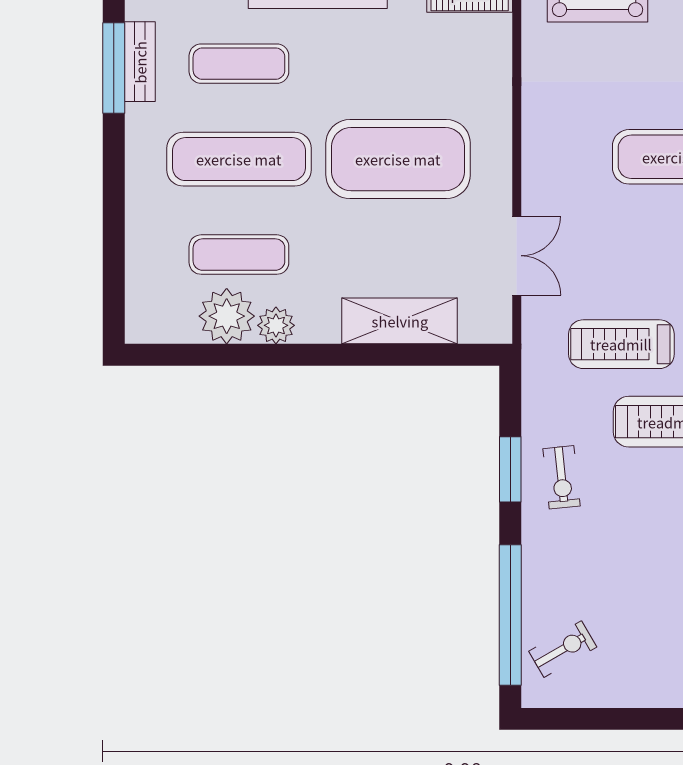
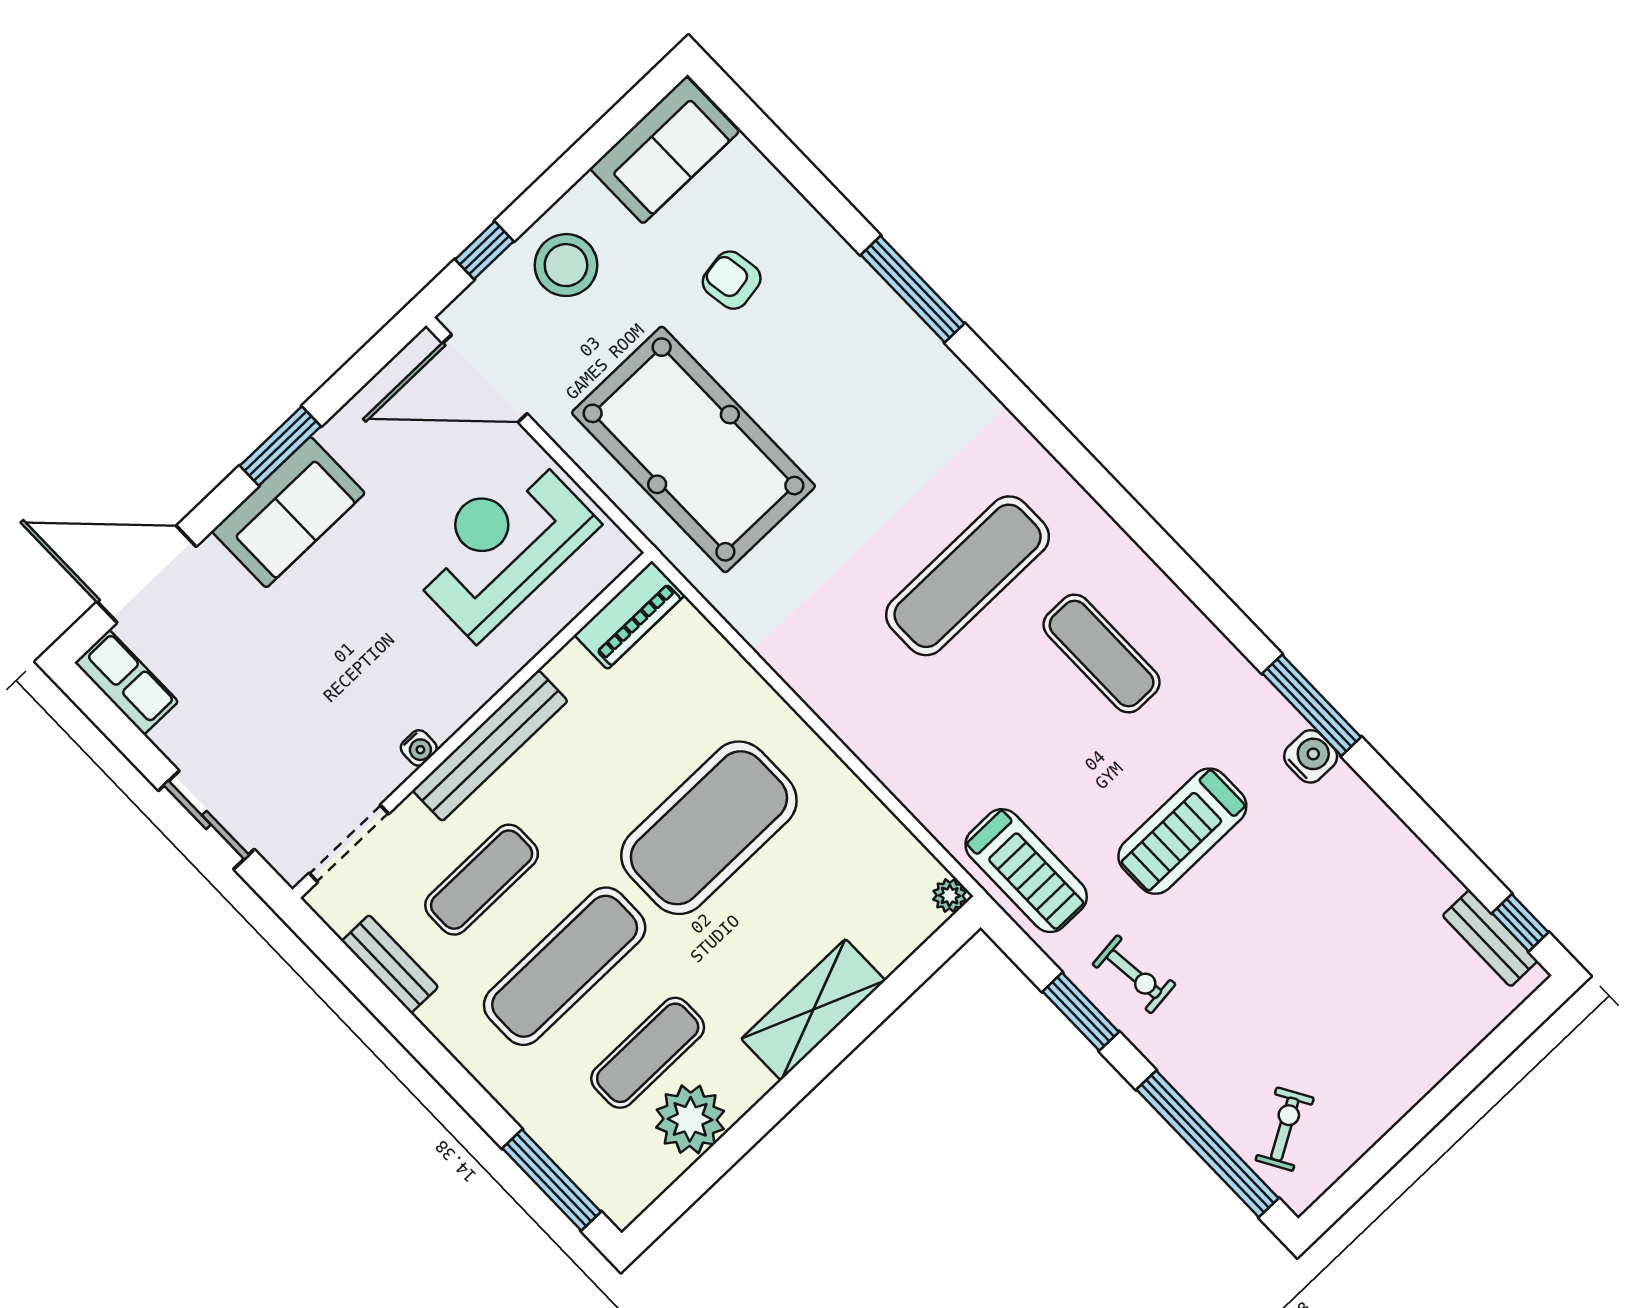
window: (114, 68) -> (552, 1180), moved
double door: (517, 256) -> (901, 812), removed
shelving: (400, 321) -> (813, 1010), moved
plant: (276, 325) -> (950, 896), moved, width x0.73, depth x0.73
treadmill: (621, 344) -> (1026, 871), moved, turned -90

